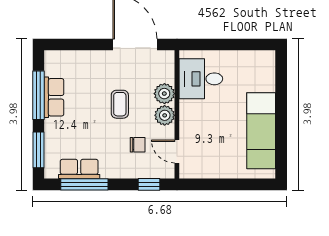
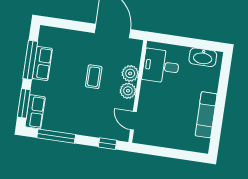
washbasin: (251, 60) -> (203, 57), added
exam couch: (261, 131) -> (206, 115), width x0.73, depth x0.69
chair: (138, 145) -> (103, 111), removed
row of seats: (79, 169) -> (35, 112), moved, turned 90

